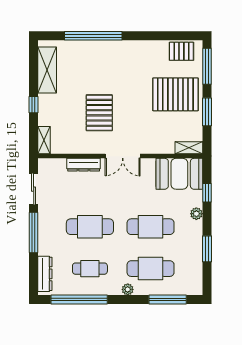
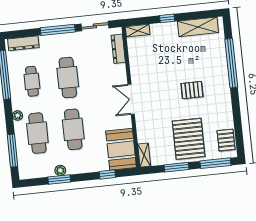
pallet: (99, 113) -> (192, 90), moved, width x0.67, depth x0.71
dresser: (84, 165) -> (118, 49), moved
plant: (196, 214) -> (60, 170), moved

